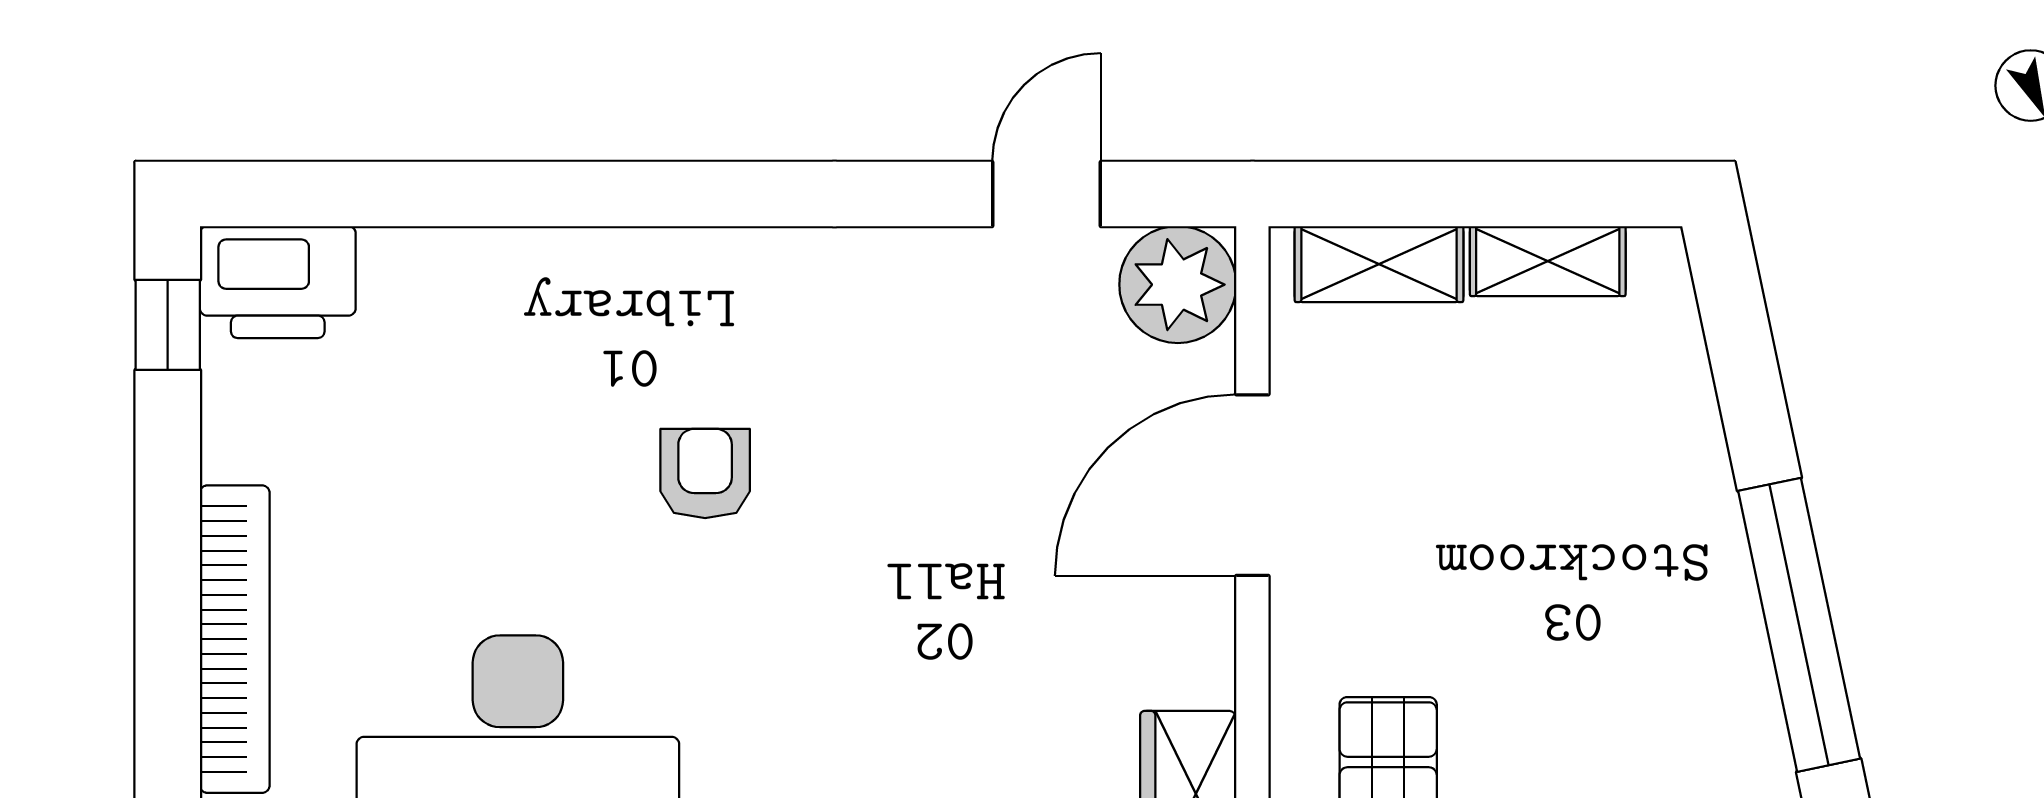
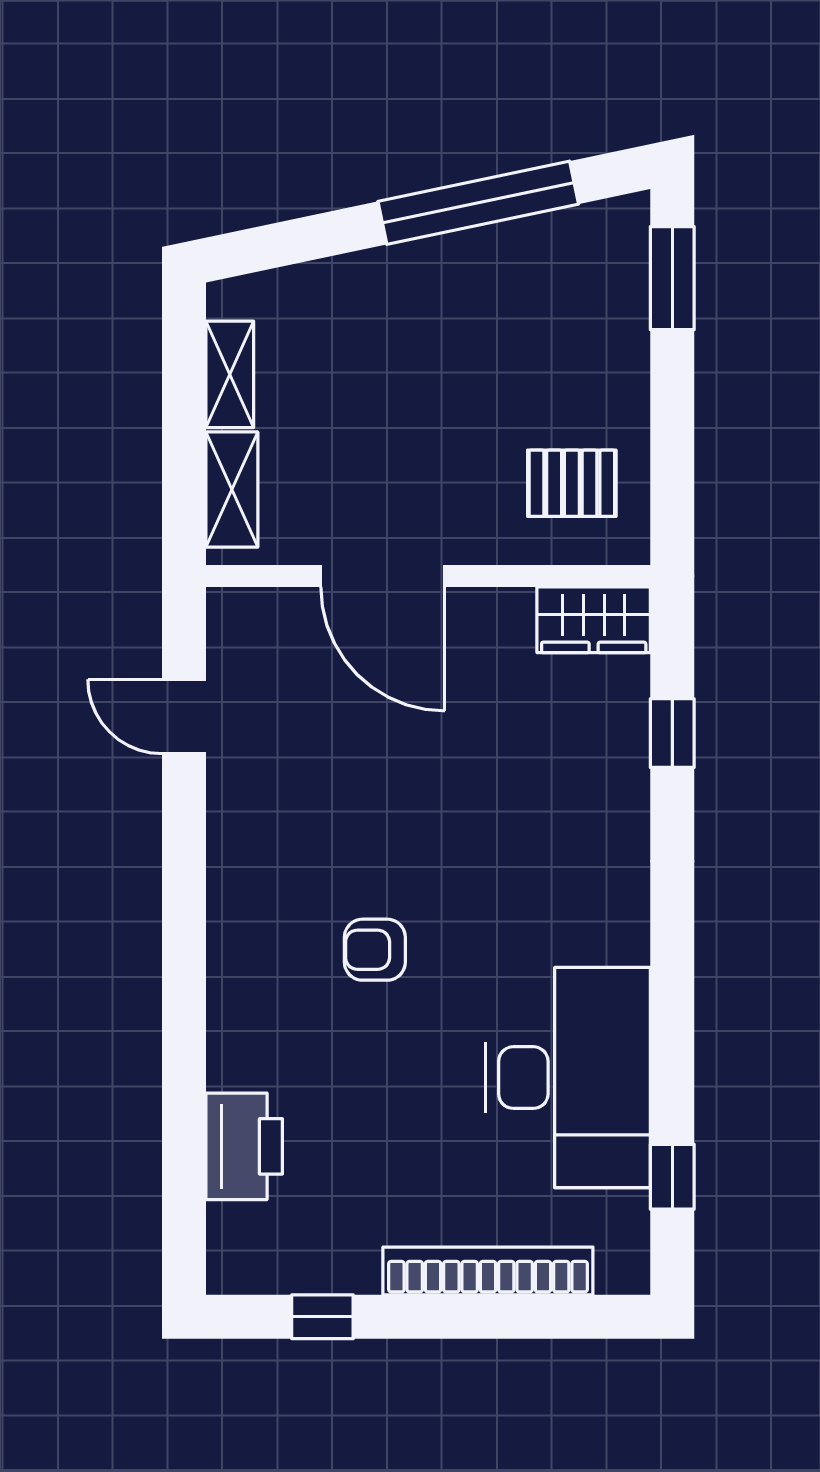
printer: (278, 282) -> (244, 1146), moved
plant: (1178, 285) -> (246, 627), removed
window: (168, 325) -> (322, 1317), moved

